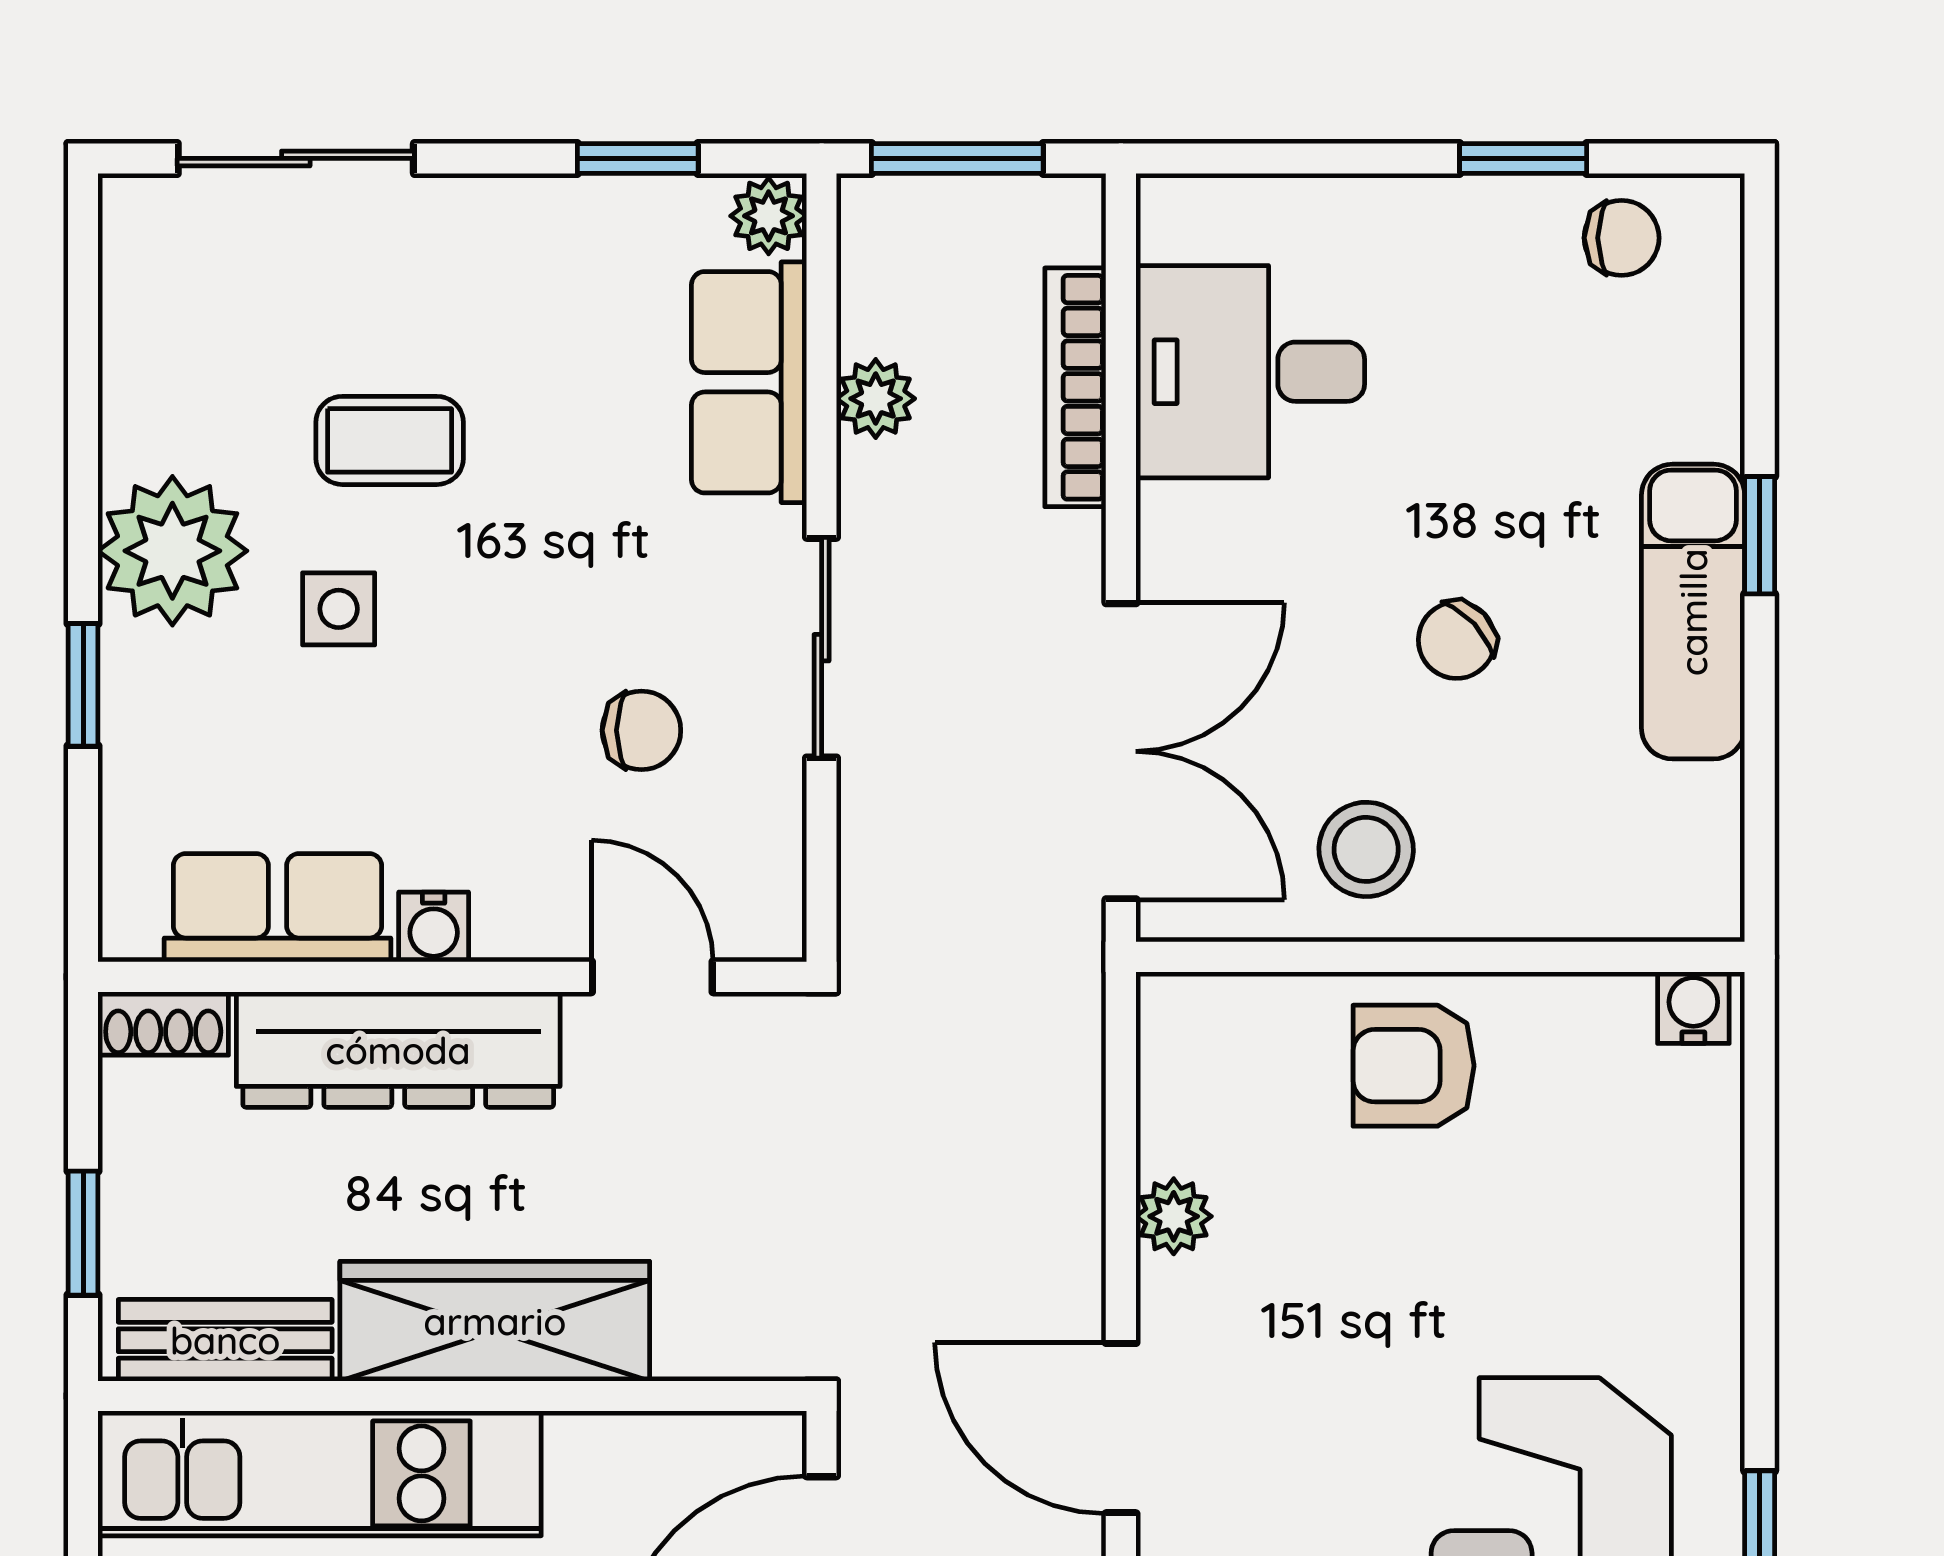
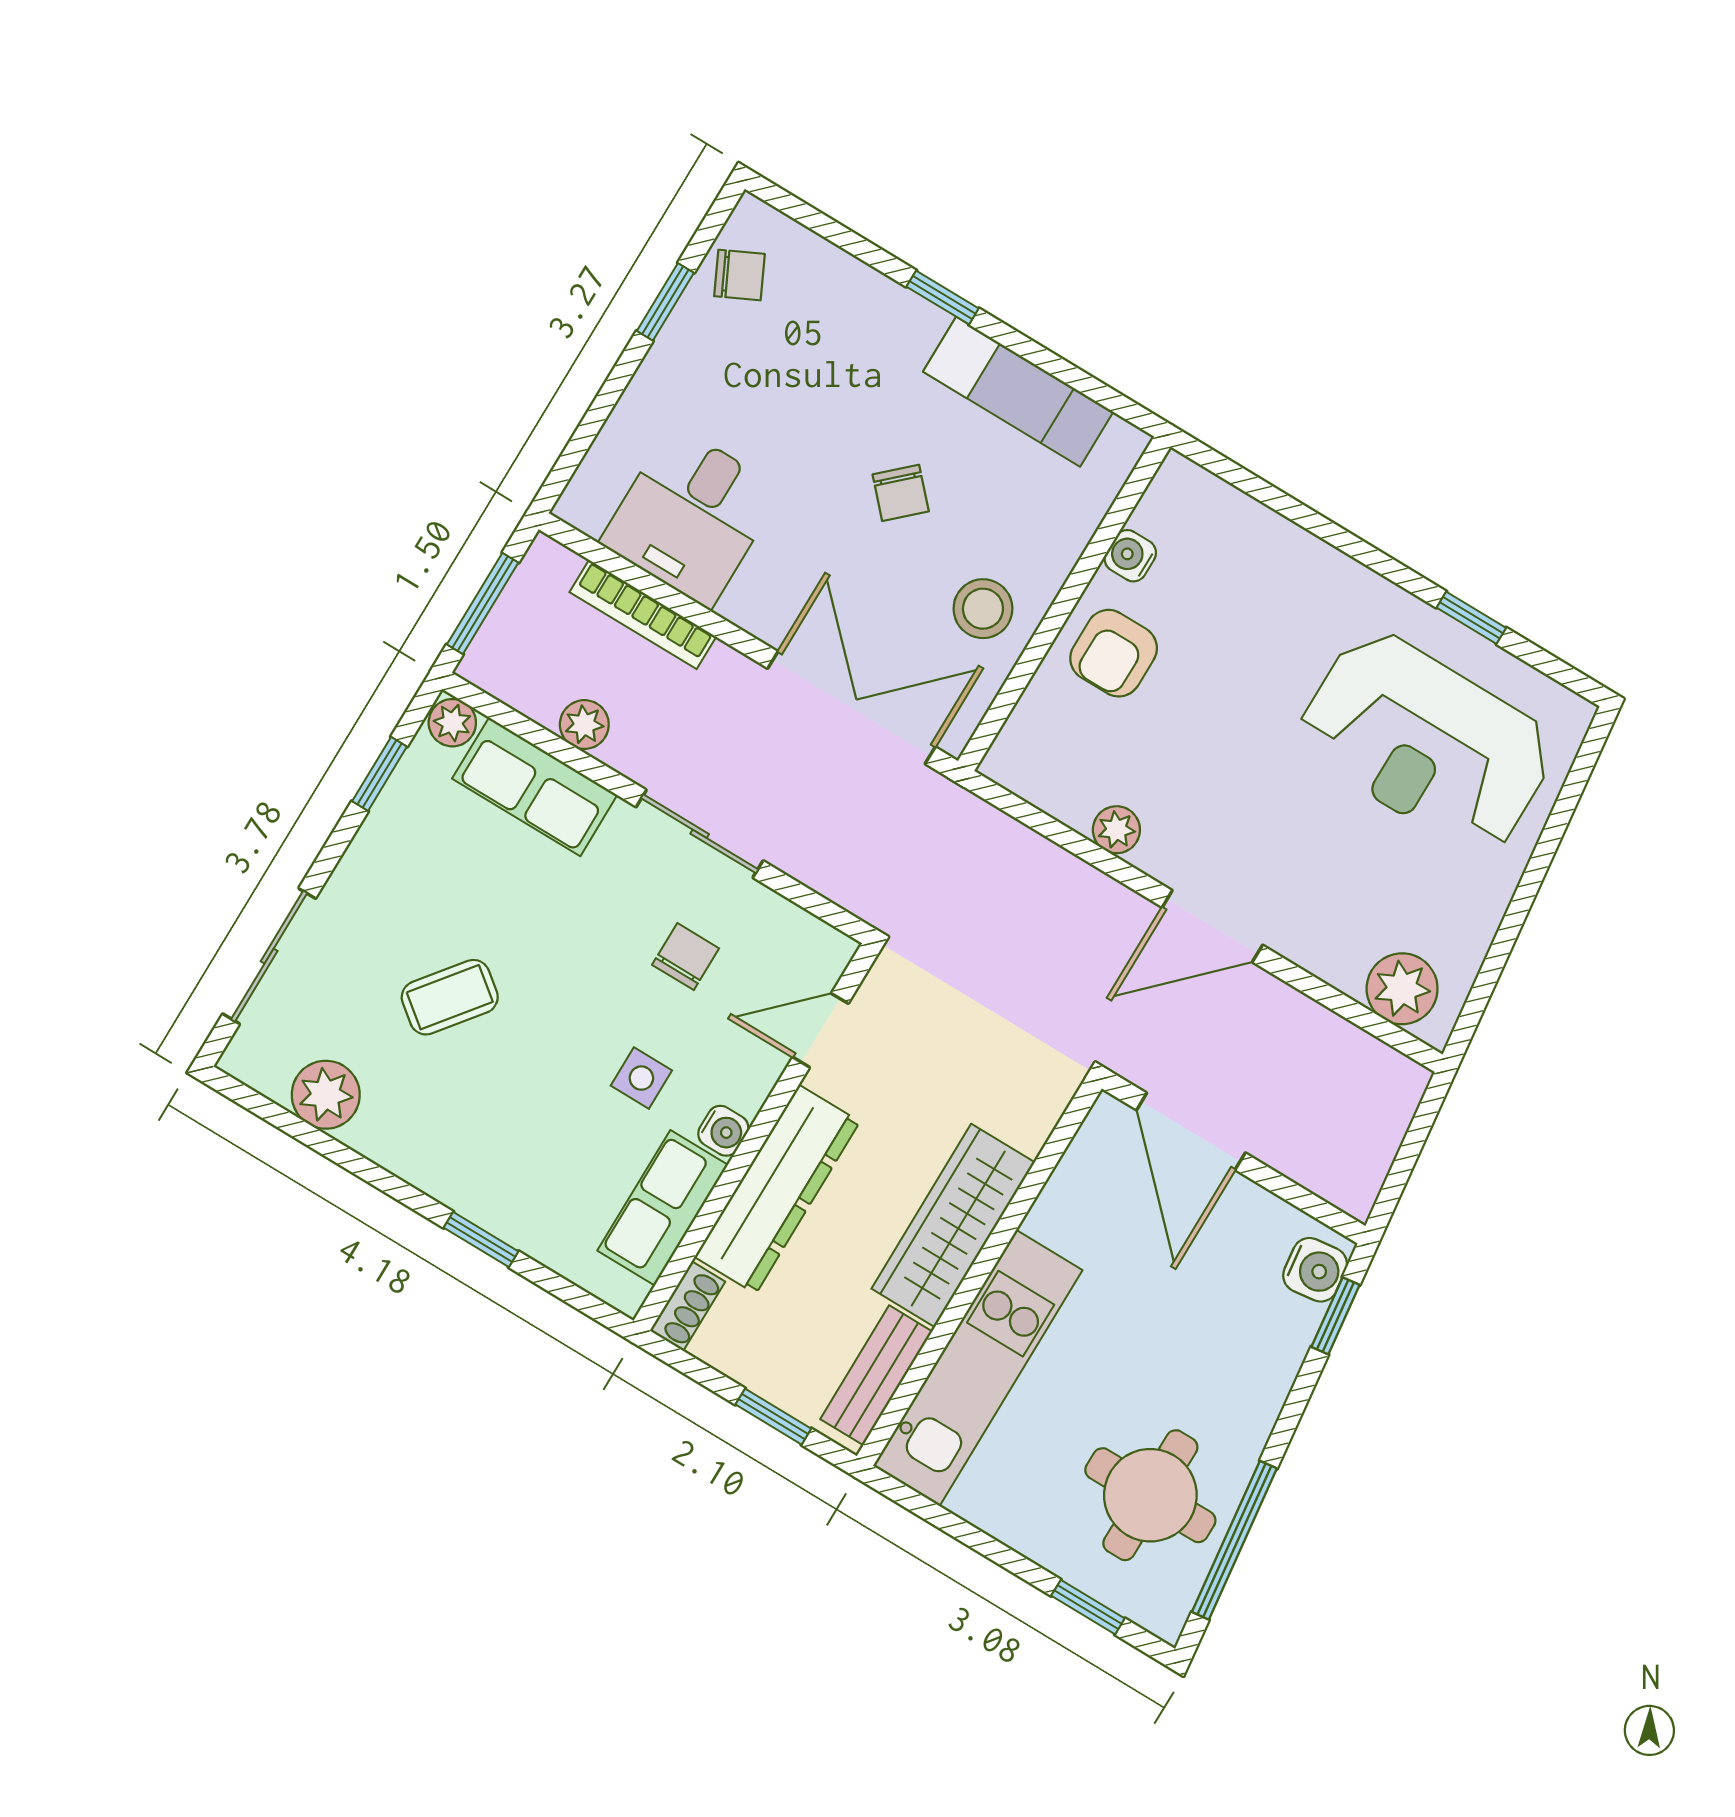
chair: (1622, 238) -> (739, 275), turned 64
coffee table: (390, 440) -> (450, 997), turned 38
plant: (172, 551) -> (326, 1095), moved, width x0.73, depth x0.73
side table: (339, 609) -> (641, 1078), moved
exam couch: (1693, 612) -> (1018, 392), moved
water cooler: (1693, 1008) -> (1130, 556), moved

